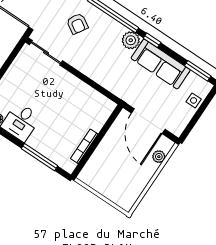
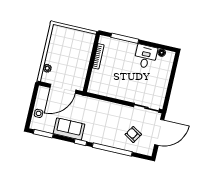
plant: (131, 40) -> (94, 137), removed
sofa: (161, 64) -> (69, 129), width x0.73
door: (148, 121) -> (63, 89), swing flipped

